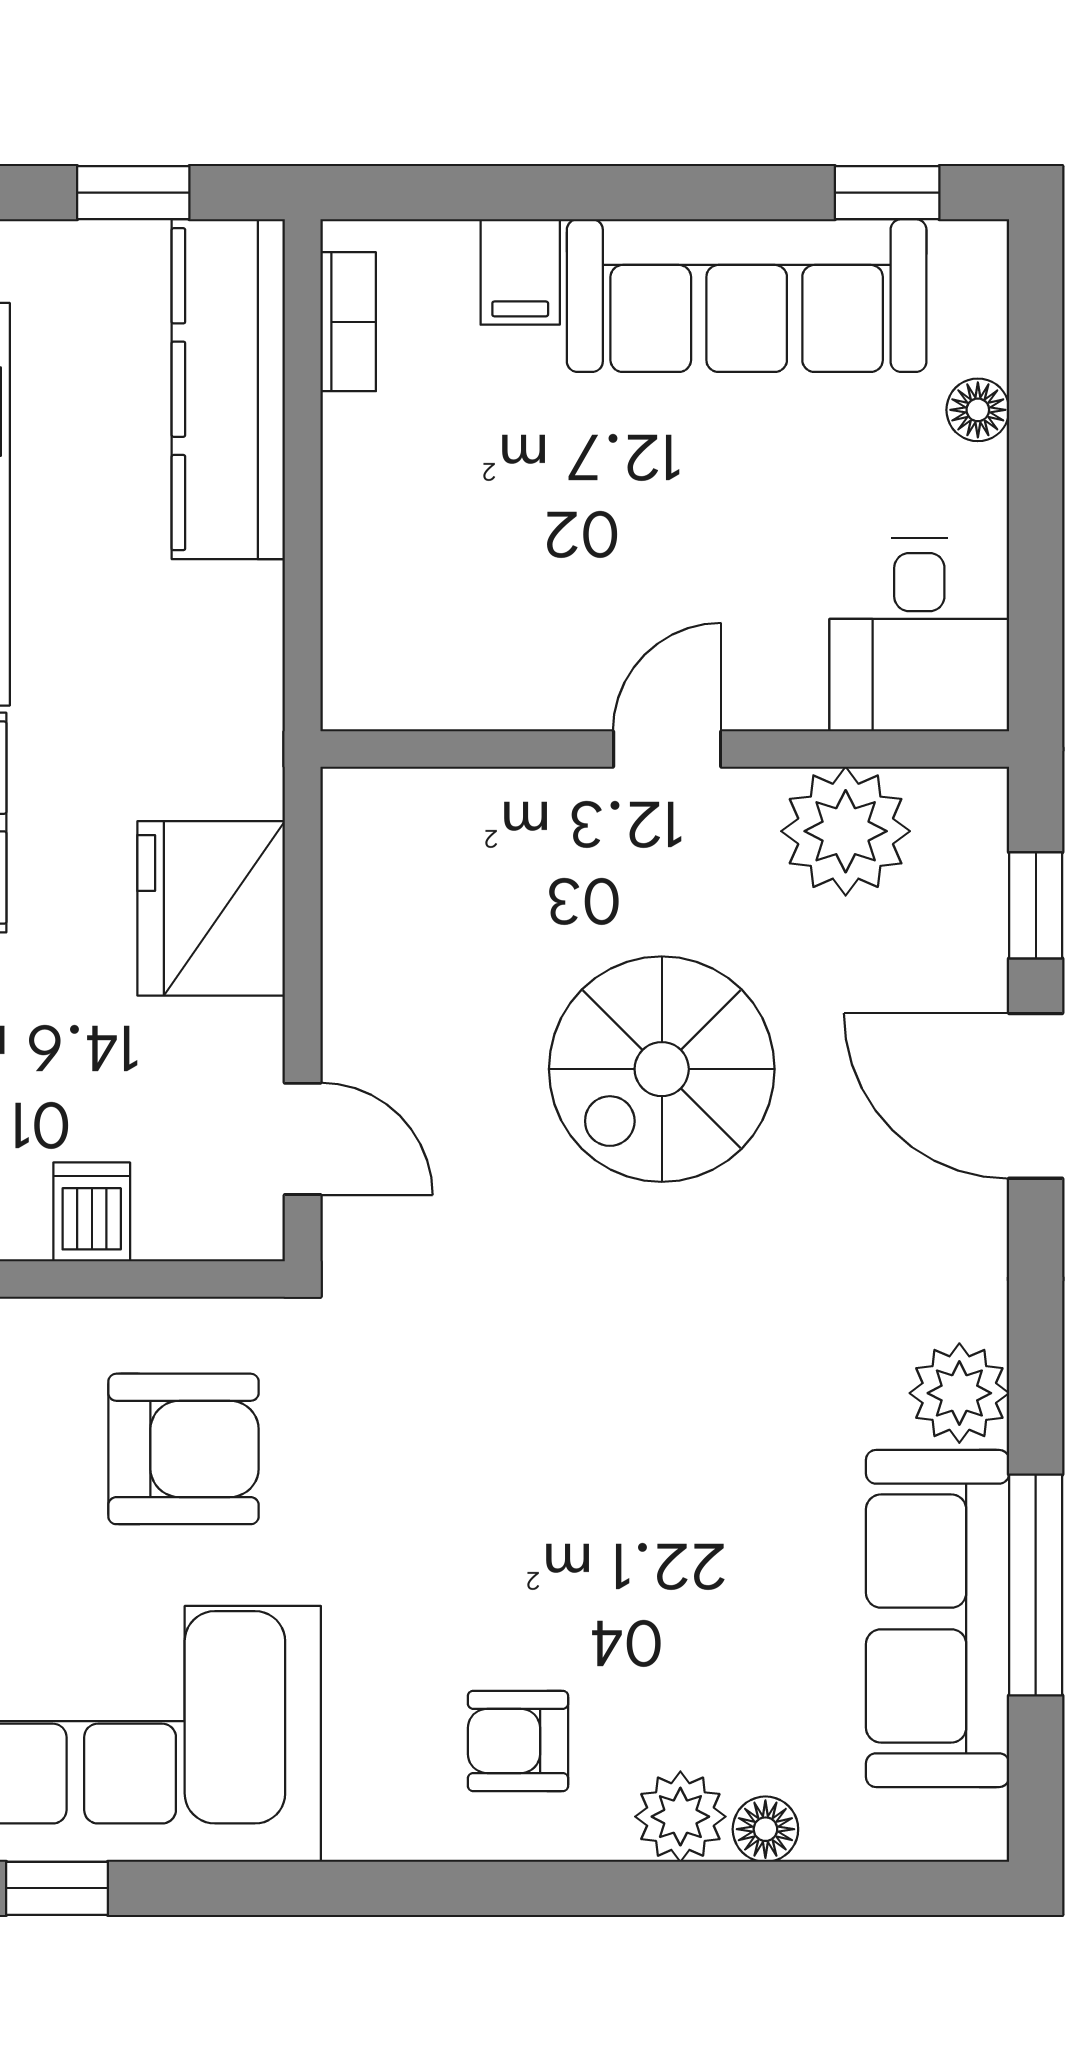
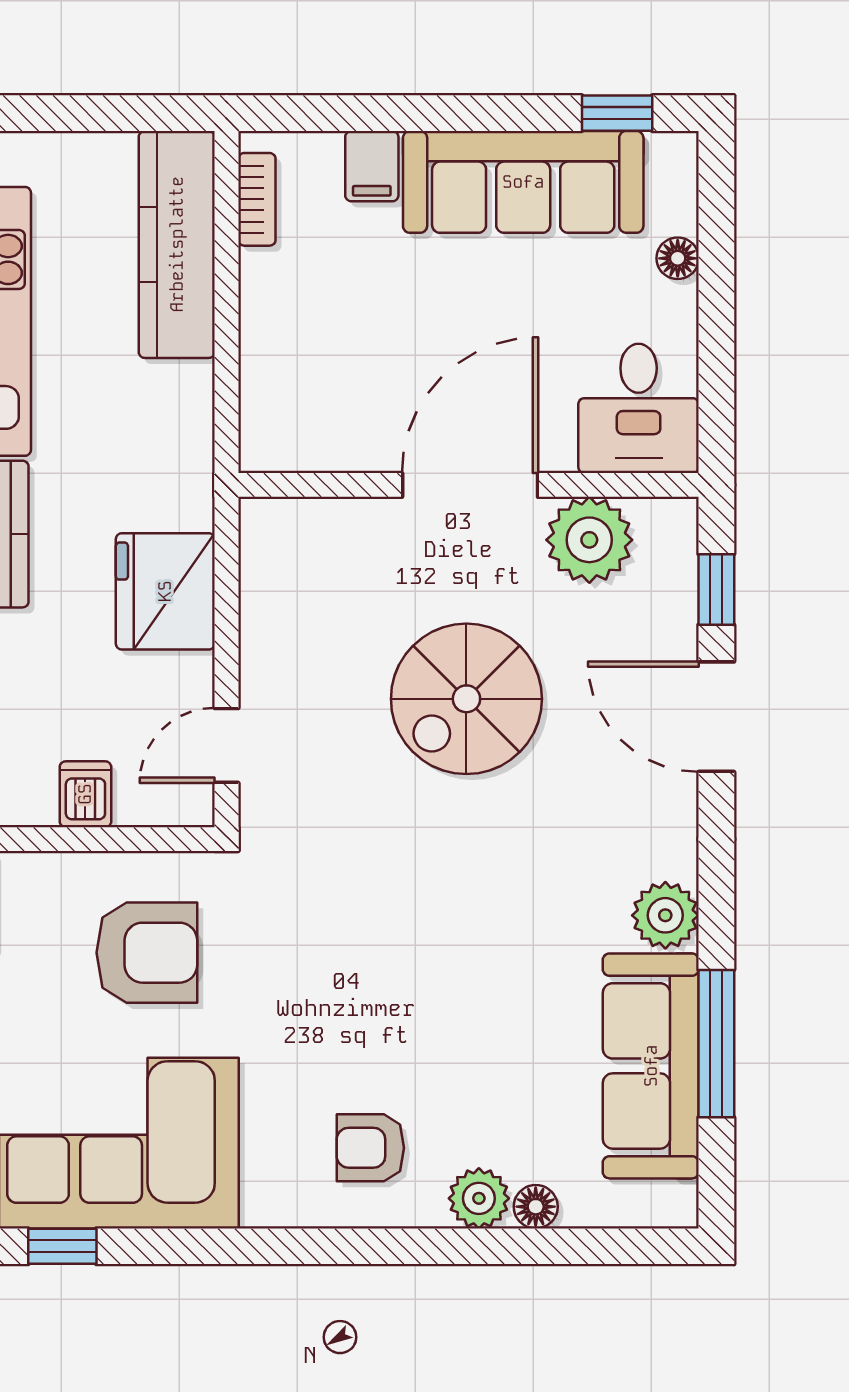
window: (133, 193) -> (113, 113), removed
door: (667, 749) -> (470, 485), width x1.88
door: (303, 1139) -> (226, 745), swing flipped

